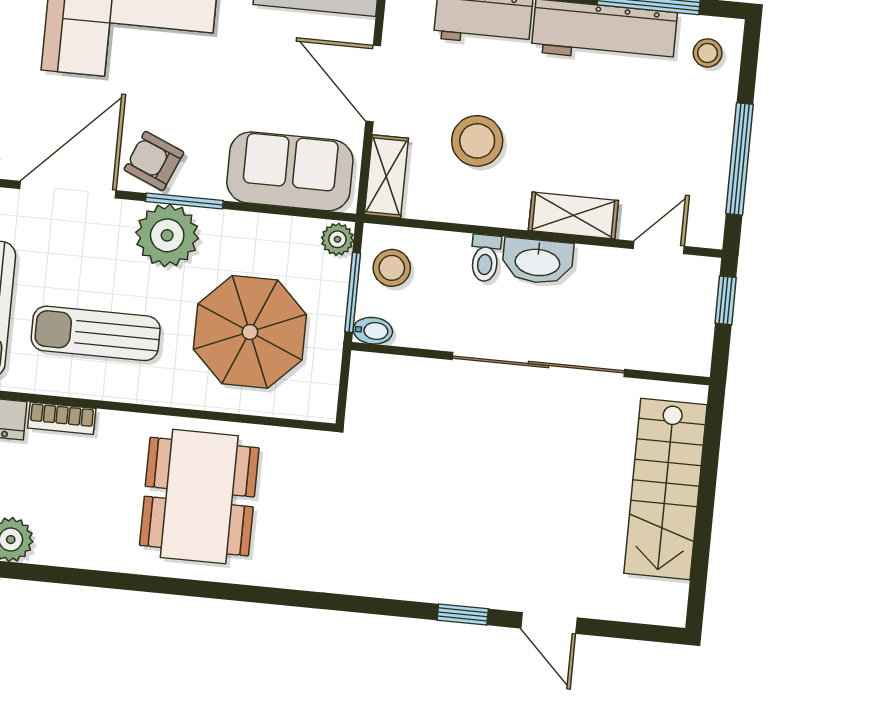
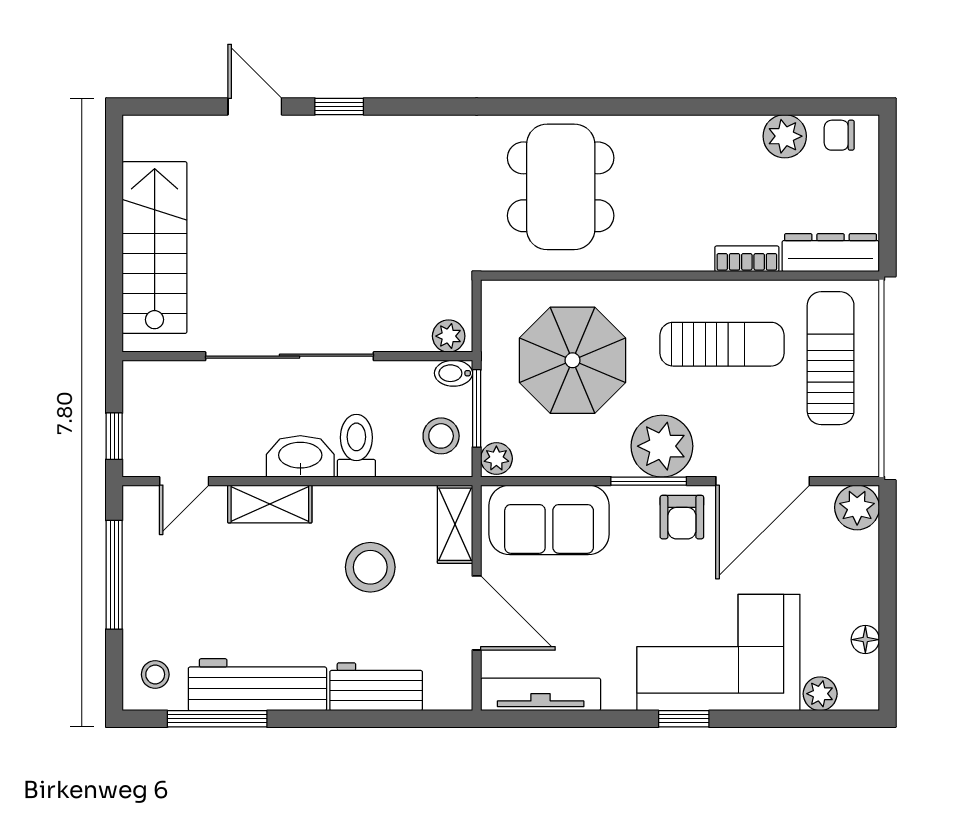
armchair: (154, 161) -> (682, 517), turned 67
toilet: (485, 258) -> (356, 446), width x1.37, depth x1.39
plant: (374, 369) -> (449, 336), added
dining table: (199, 497) -> (561, 187), moved

